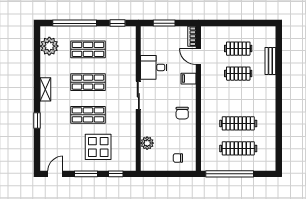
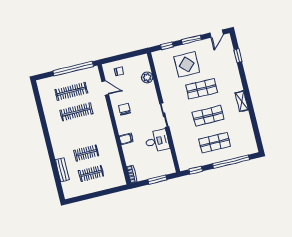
plant: (49, 46) -> (247, 138), removed
door: (198, 57) -> (105, 88), moved
window: (37, 120) -> (238, 56), moved

